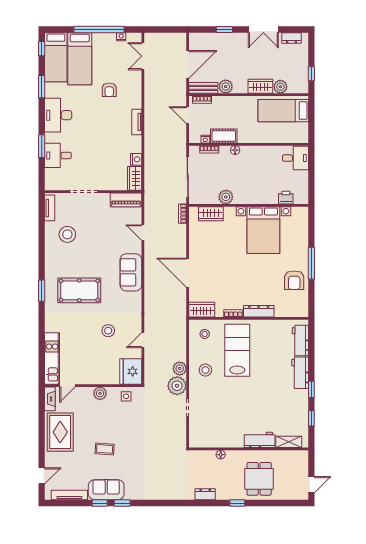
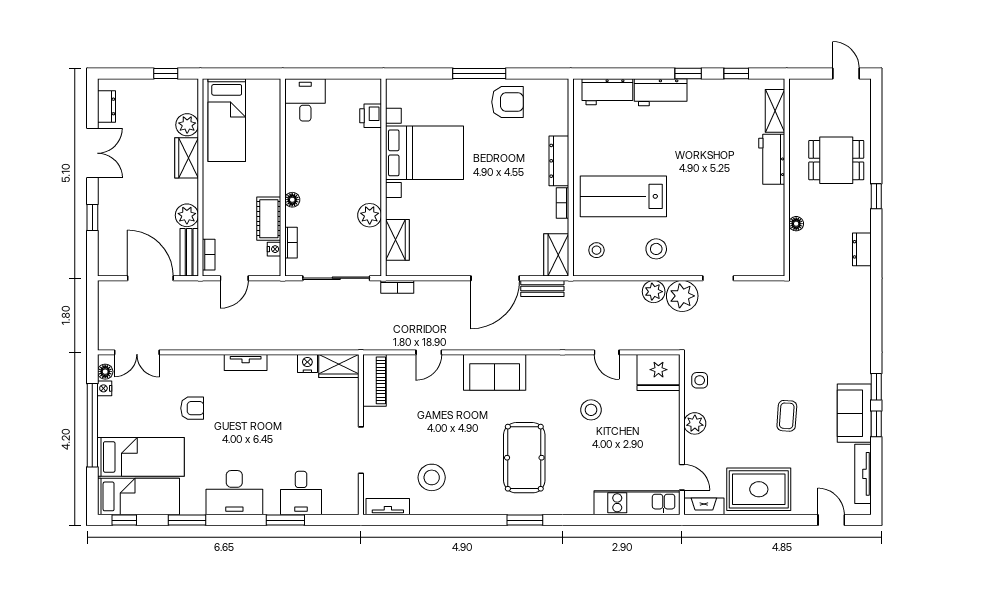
floor lamp: (131, 37) -> (105, 372), added
bench: (182, 301) -> (542, 288), added

